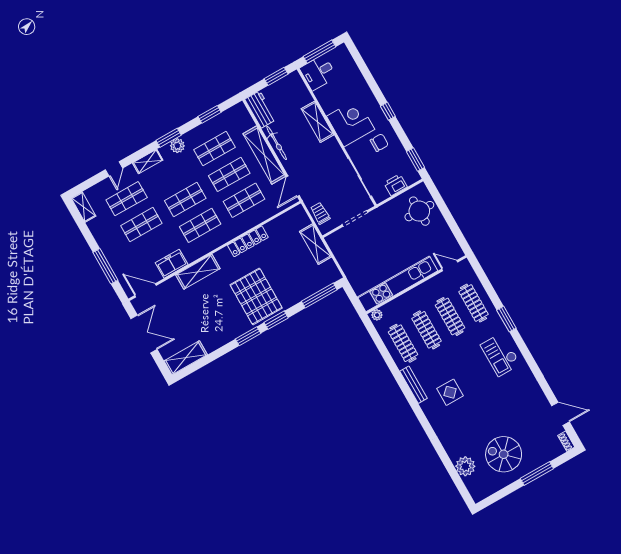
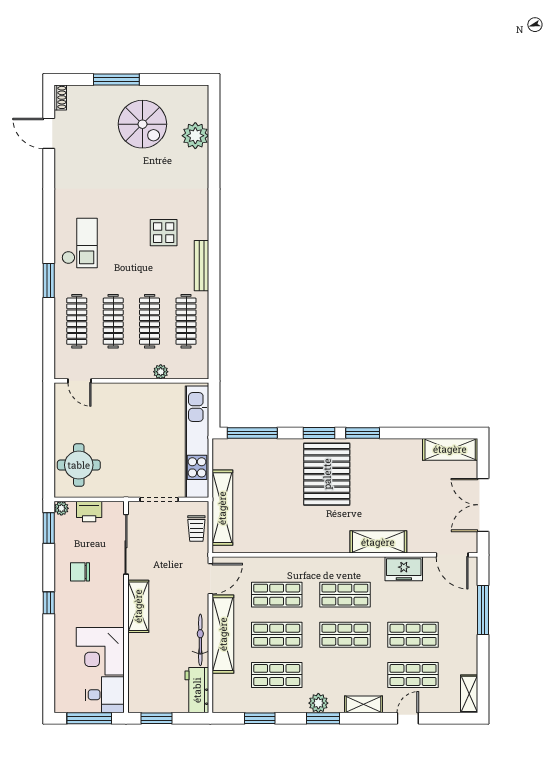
shelving: (318, 122) -> (138, 606), moved
corner desk: (351, 123) -> (100, 651), moved
plant: (415, 177) -> (61, 508), added
locker: (248, 241) -> (300, 544), removed
shelving: (315, 244) -> (222, 508), width x1.47
kitchen unit: (398, 284) -> (197, 442), moved, turned 90
plant: (377, 315) -> (161, 372), moved

